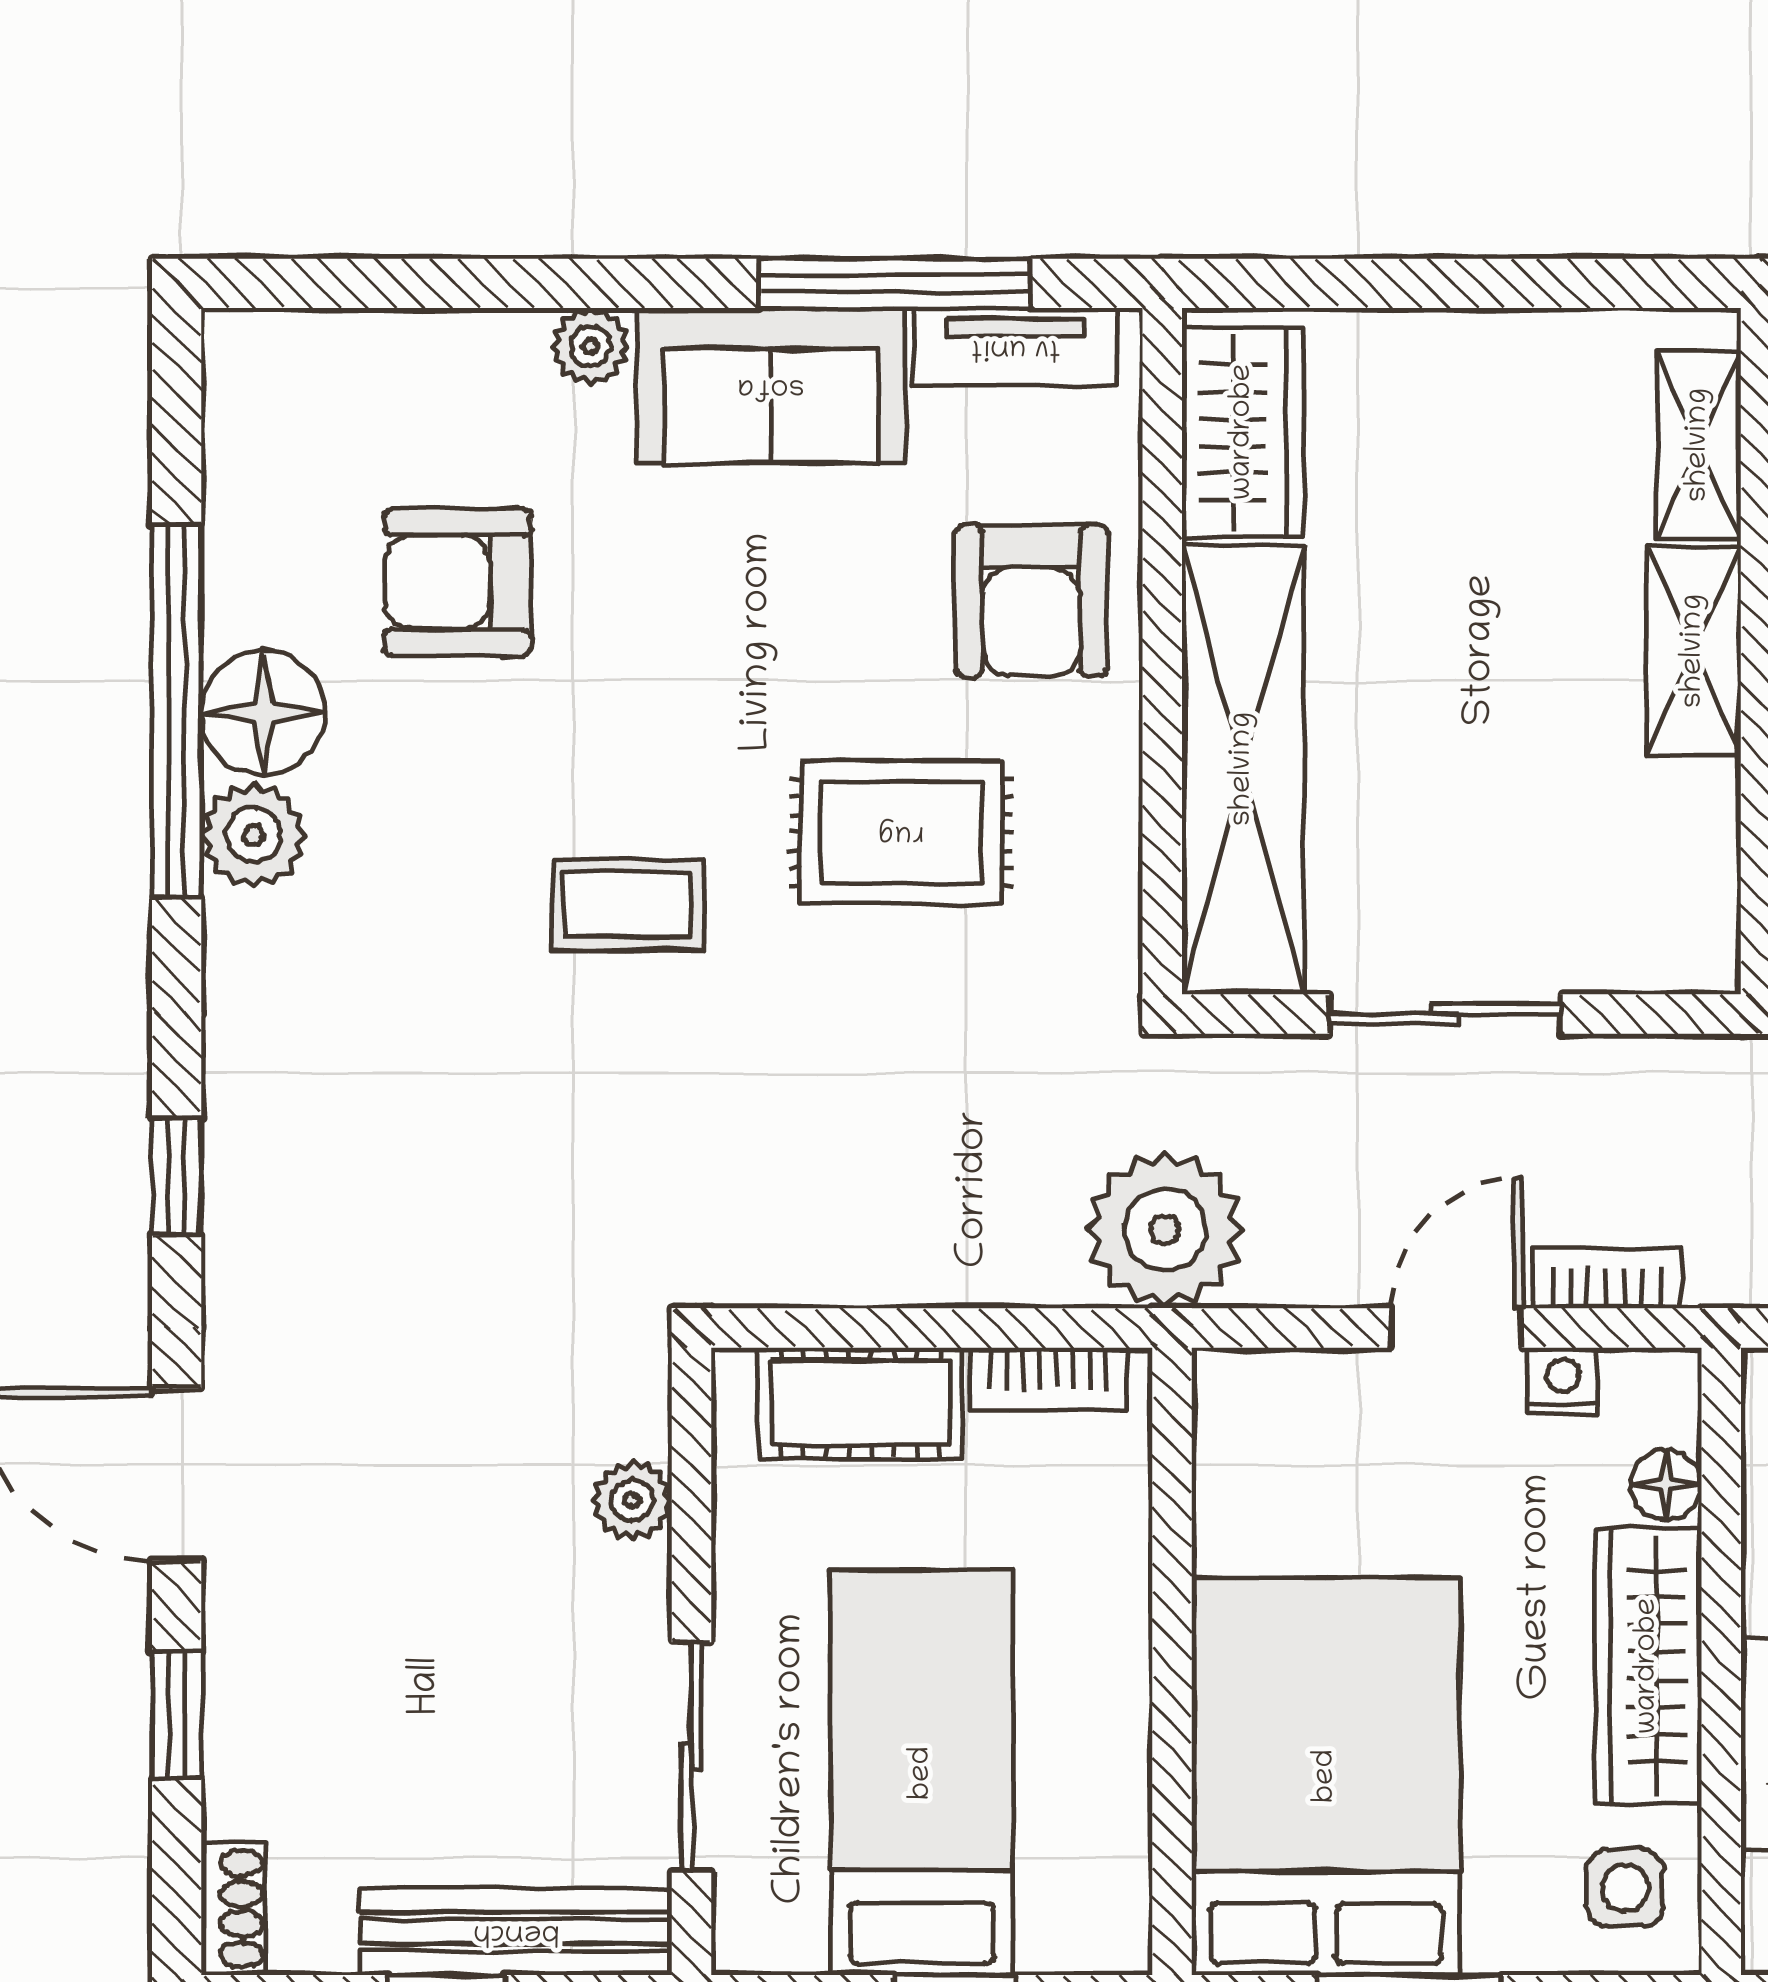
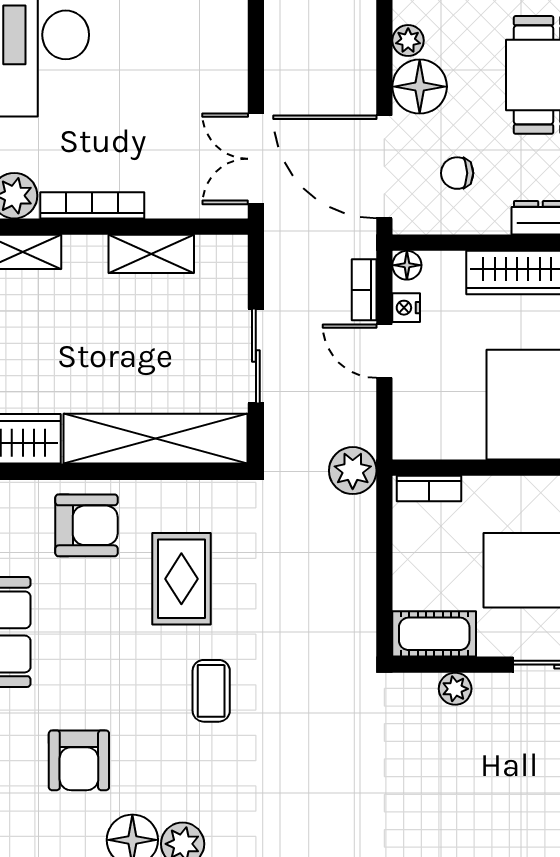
shelving: (1694, 651) -> (151, 254), moved
plant: (1165, 1230) -> (353, 471), width x0.73, depth x0.73
bookcase: (1048, 1379) -> (429, 489), moved, turned 90
cot: (860, 1403) -> (434, 634), moved, turned 90
floor lamp: (1666, 1485) -> (407, 265), moved

